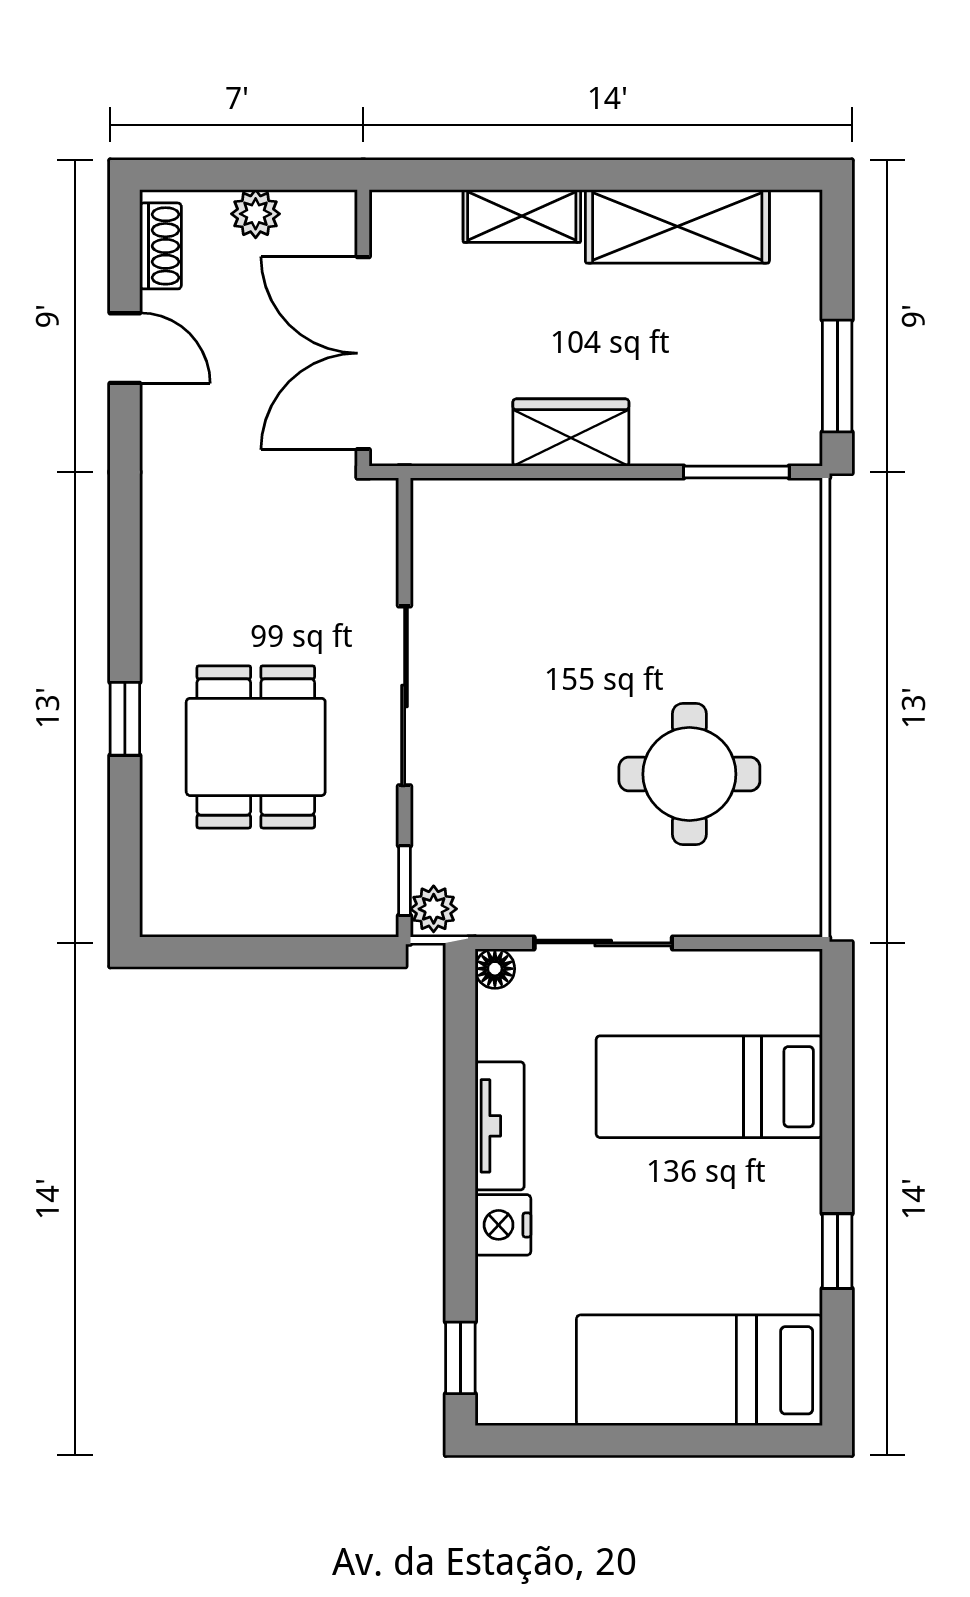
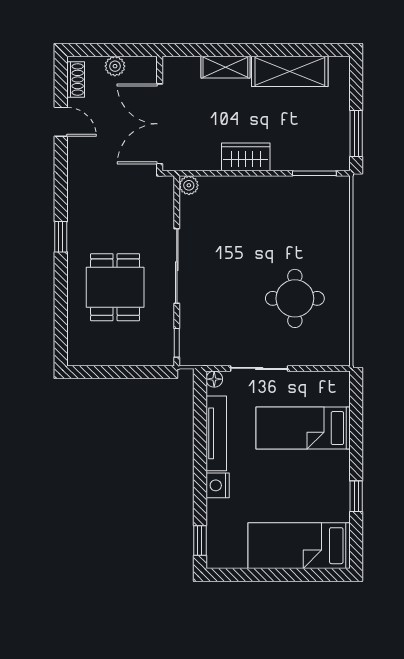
window: (125, 719) -> (61, 237), moved
plant: (434, 909) -> (189, 185), moved
tv unit: (500, 1126) -> (216, 433), width x1.41

